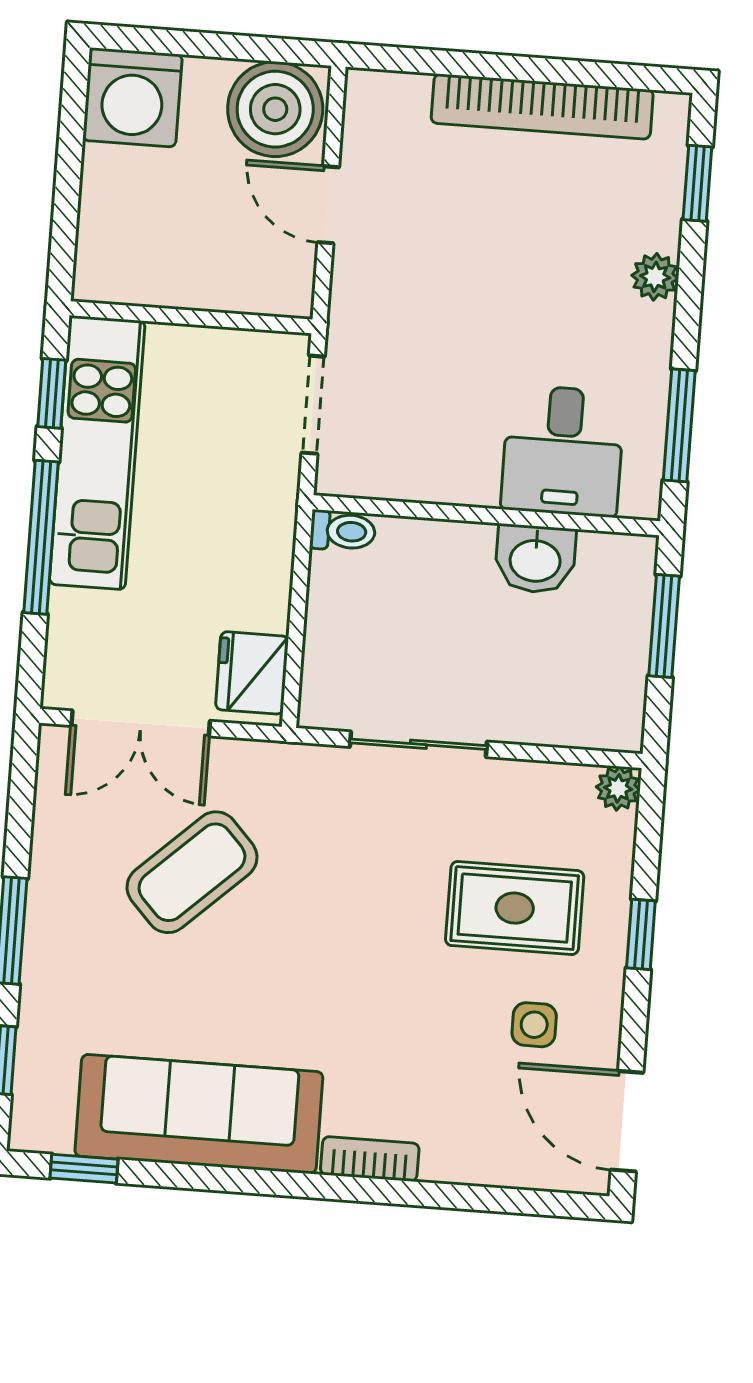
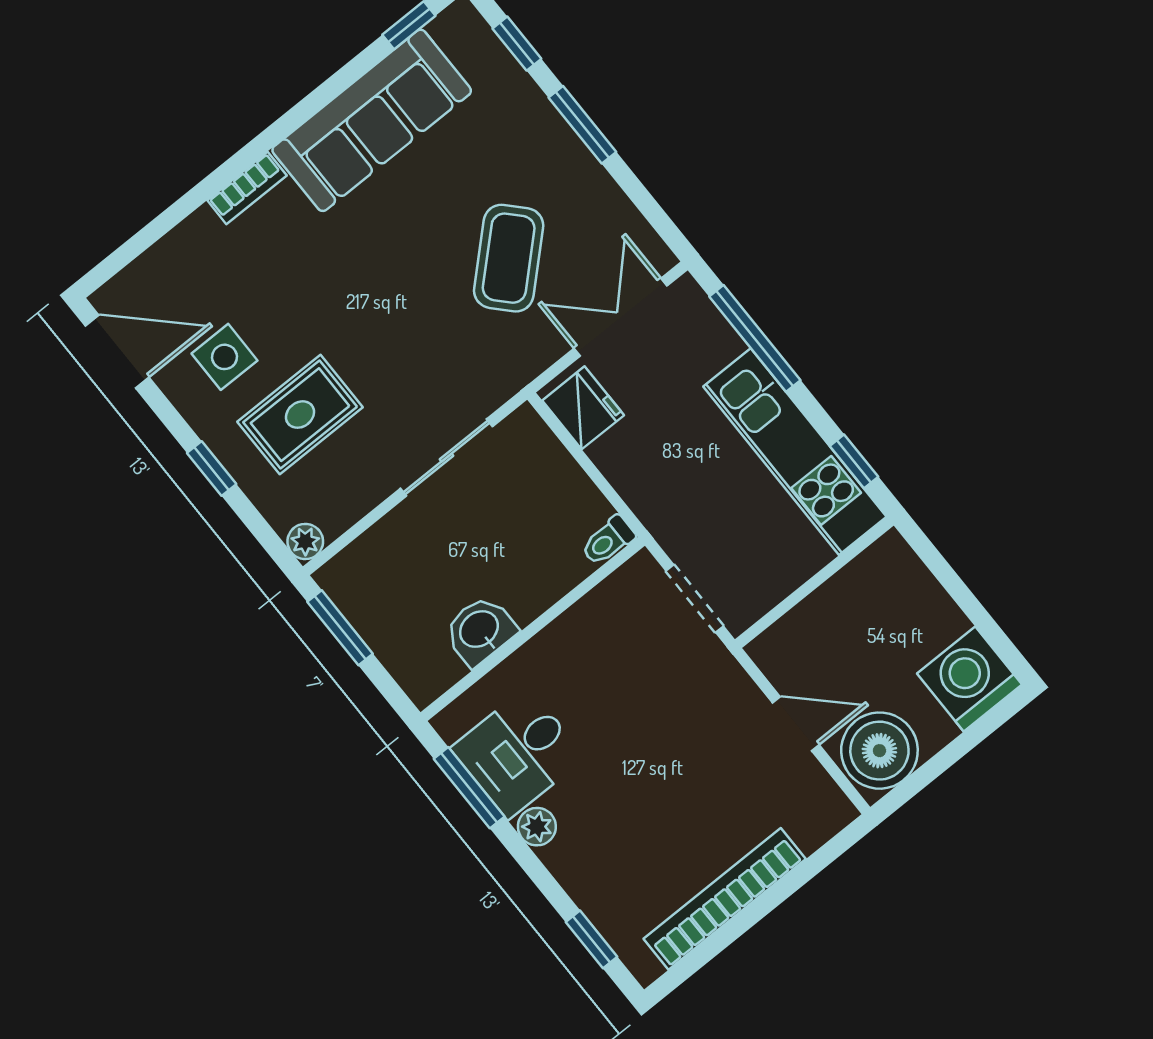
plant: (655, 277) -> (537, 827), moved
desk: (563, 451) -> (518, 753), moved, turned -90
window: (41, 537) -> (755, 338), moved
window: (664, 626) -> (340, 628), moved
side table: (534, 1025) -> (225, 357), width x1.37, depth x1.37

